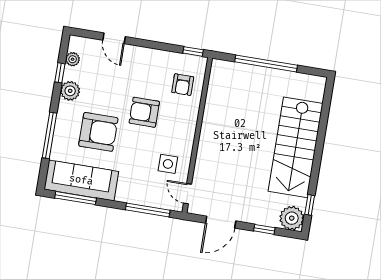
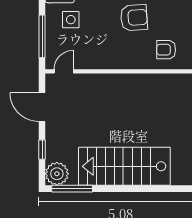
armchair: (144, 112) -> (134, 18), turned 86
side table: (168, 164) -> (71, 20), moved
window: (310, 205) -> (72, 189), width x2.17

